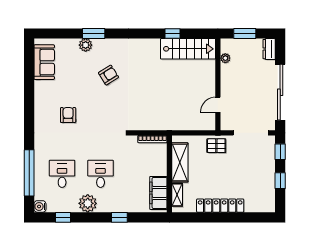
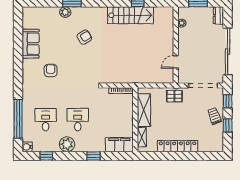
stairs: (188, 49) -> (130, 15), moved
sofa: (44, 62) -> (31, 44), moved
trolley: (264, 169) -> (215, 116), added
filing cabinet: (158, 193) -> (119, 145), moved, turned 90

